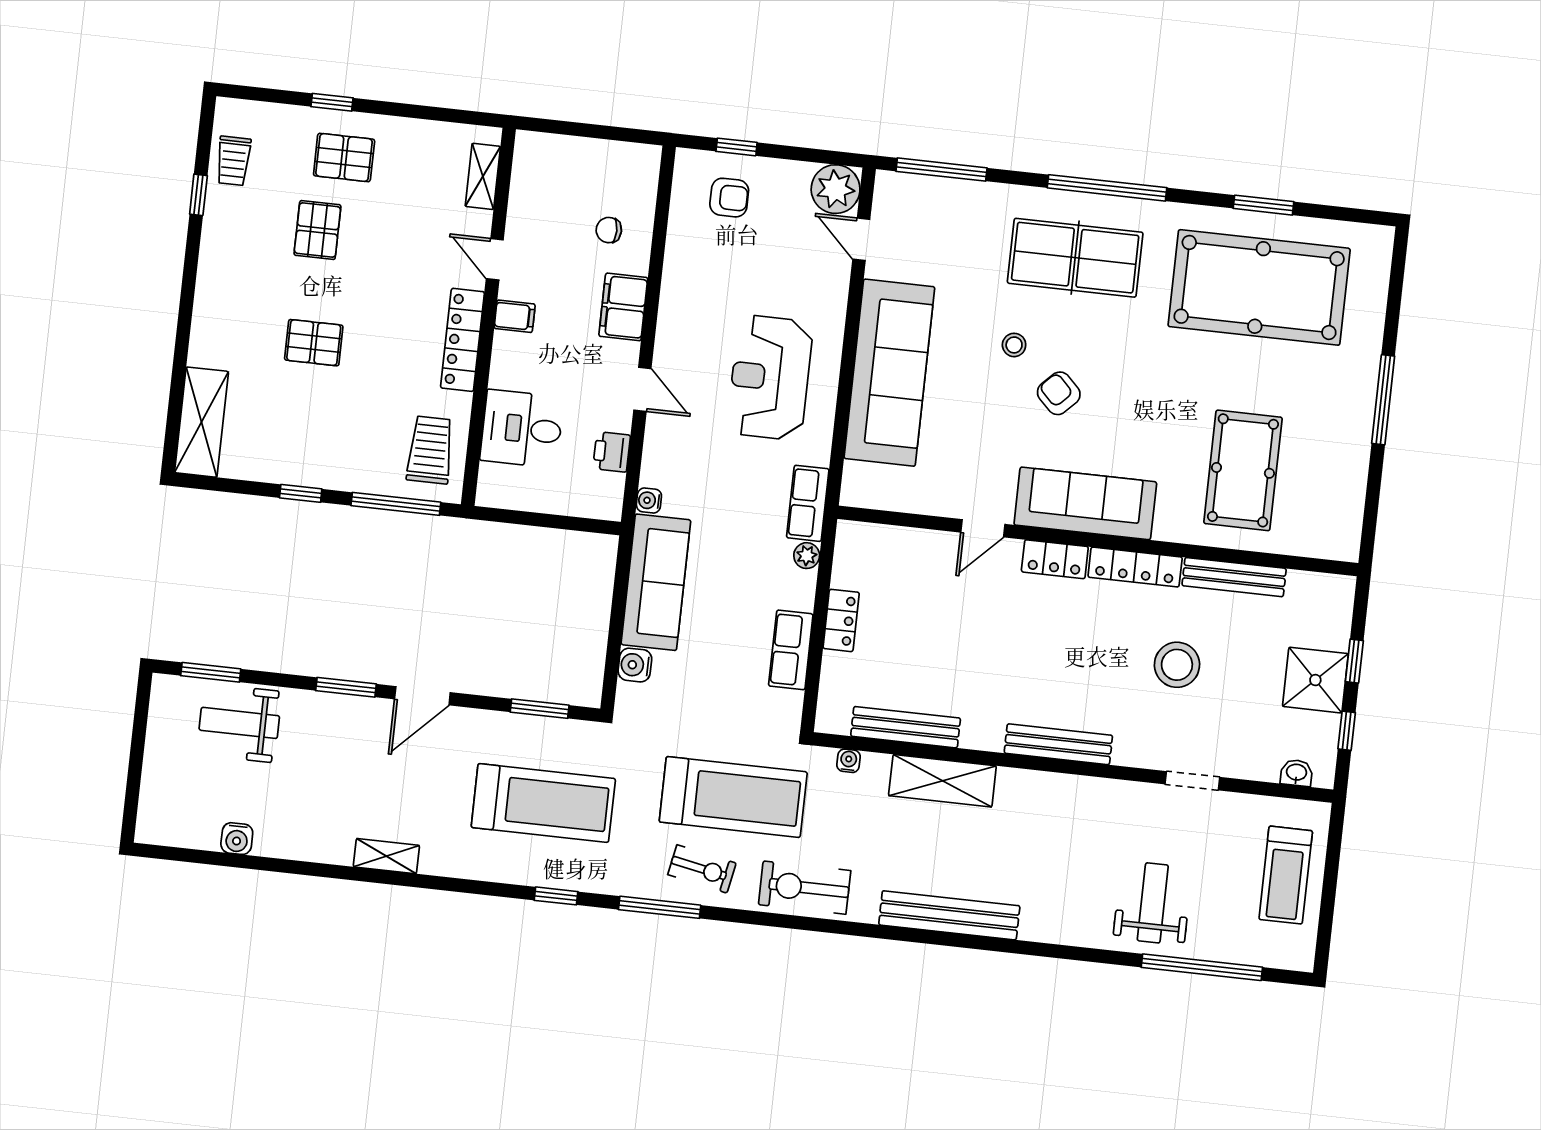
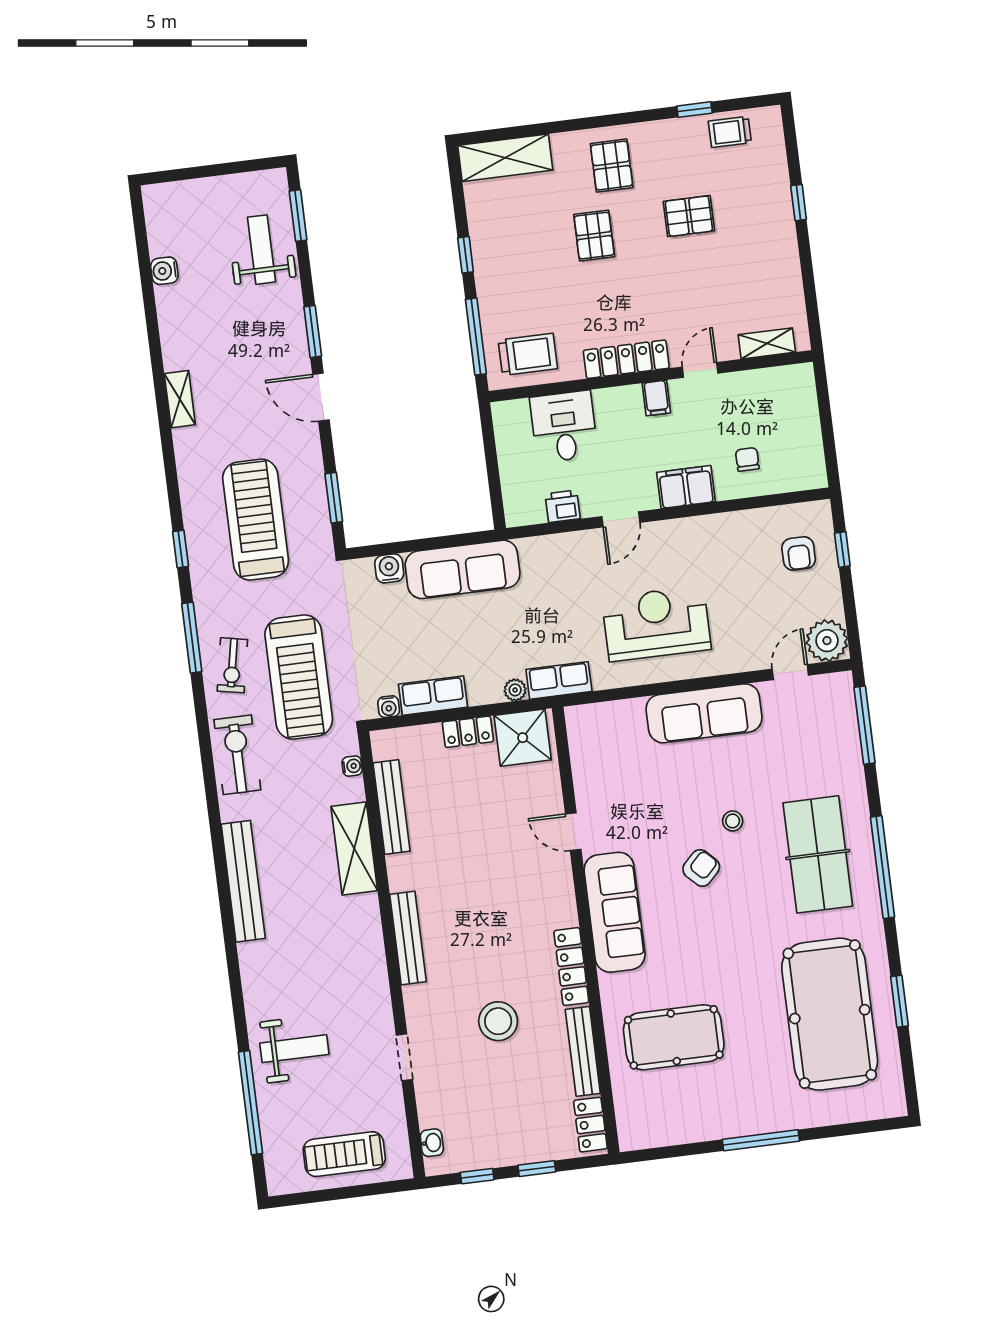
pallet: (344, 157) -> (612, 166), moved
sofa: (889, 373) -> (704, 713), width x0.74, depth x0.79
water cooler: (649, 501) -> (389, 707), moved, turned 180
locker: (1055, 559) -> (590, 1125), moved
shower: (1315, 680) -> (523, 738), moved
treadmill: (543, 803) -> (256, 520), turned 180

